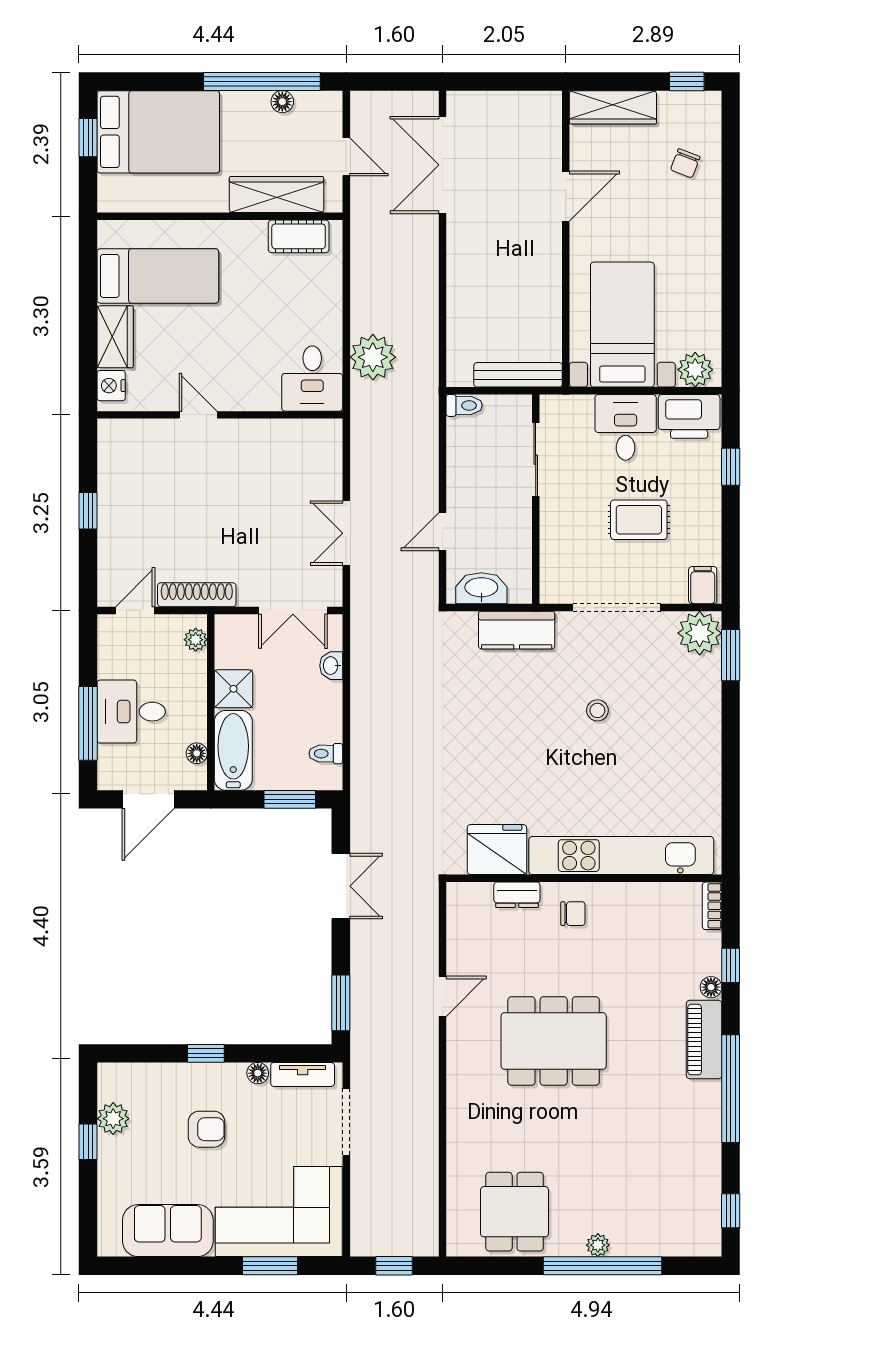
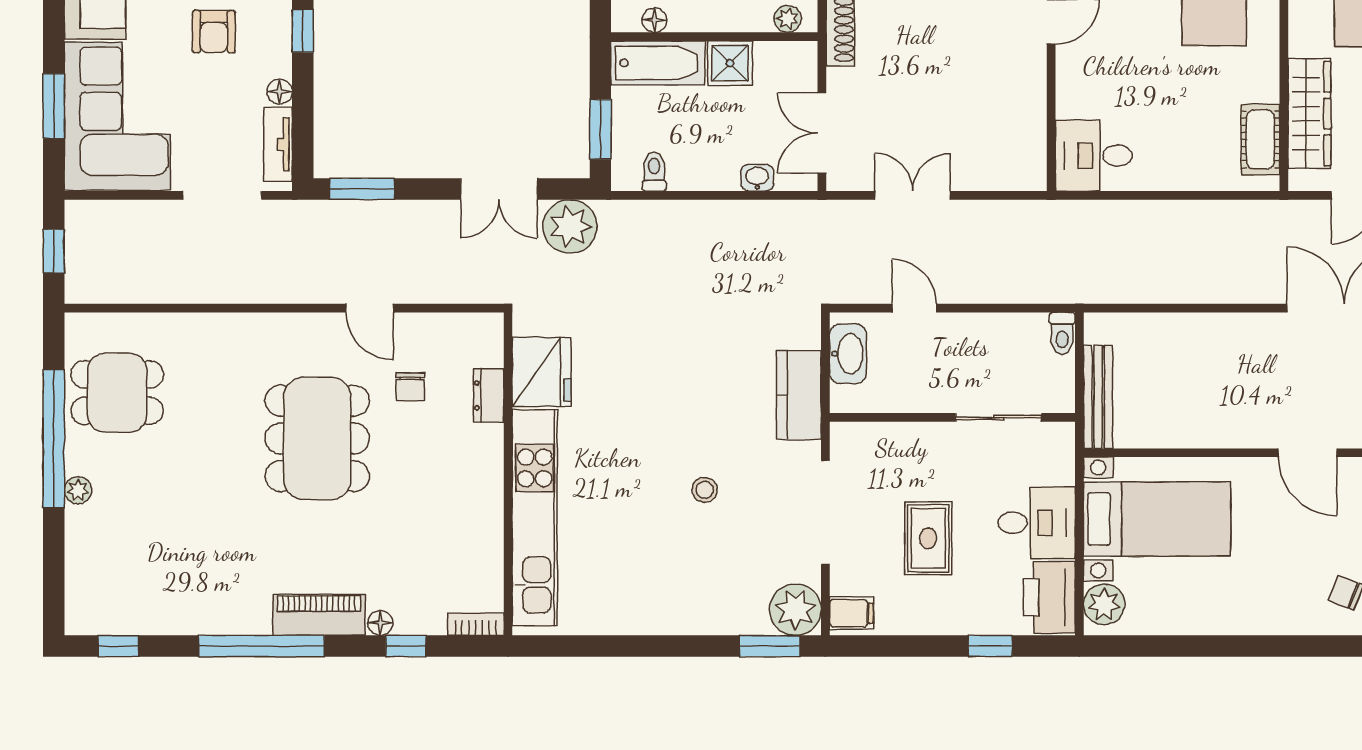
plant: (373, 357) -> (570, 226), moved
chair: (573, 914) -> (410, 387), moved
window: (603, 1266) -> (54, 439), moved

